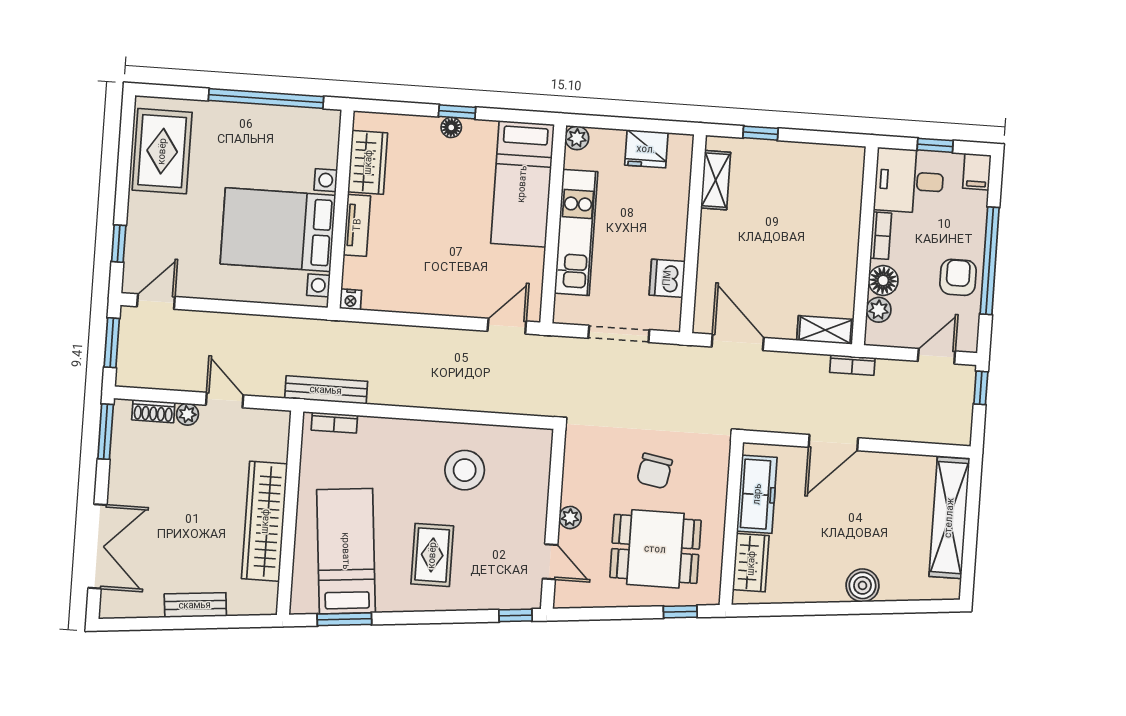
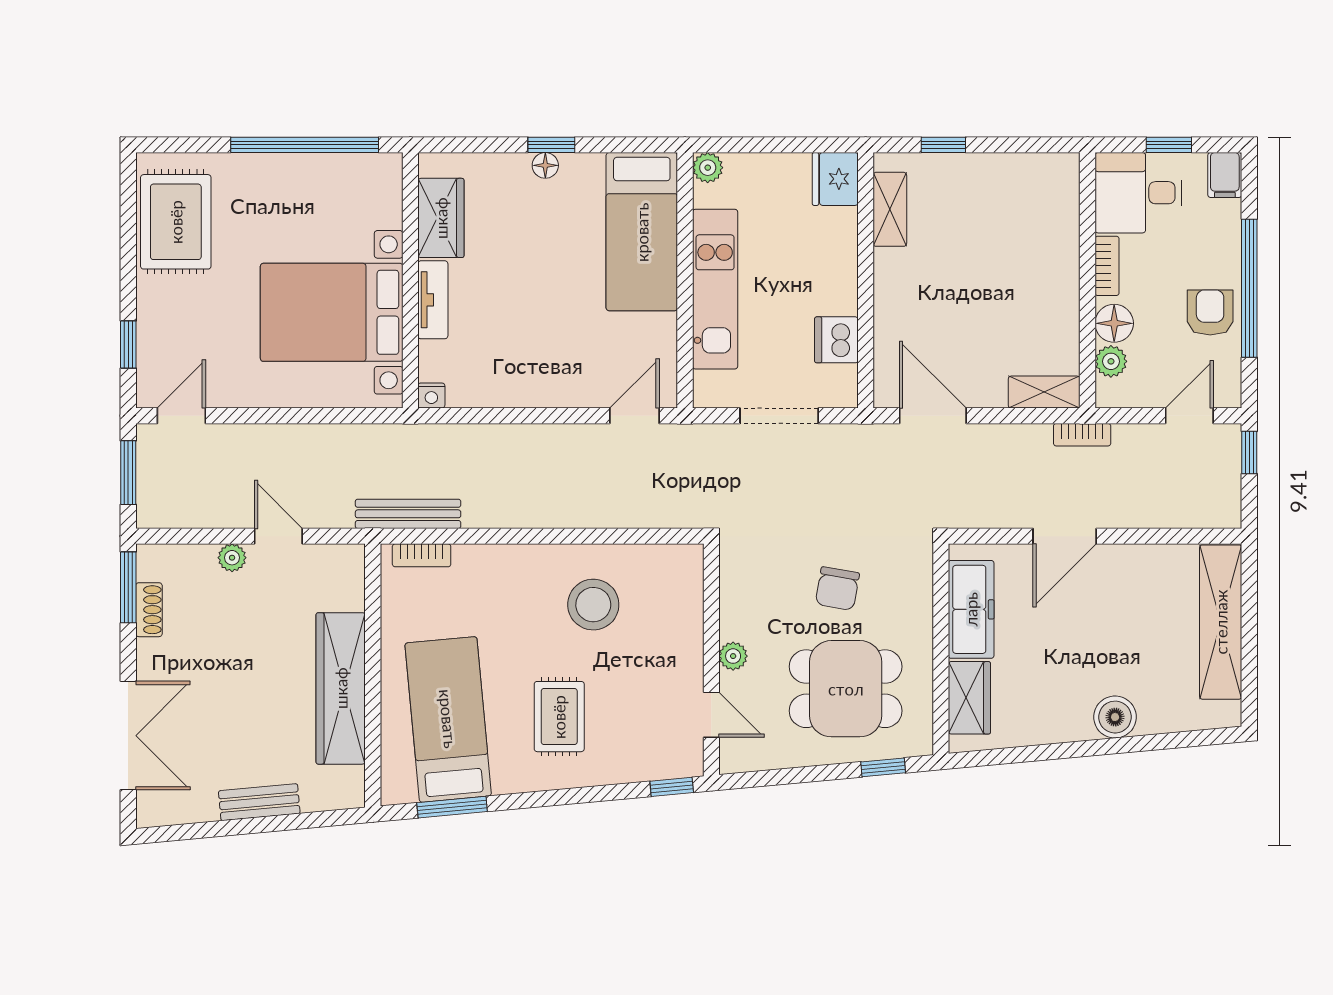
fridge: (646, 149) -> (835, 179), moved, turned 90
shoe rack: (153, 411) -> (149, 610), moved, turned -90

